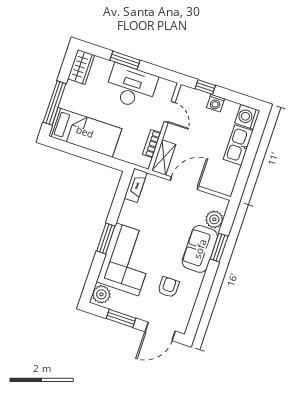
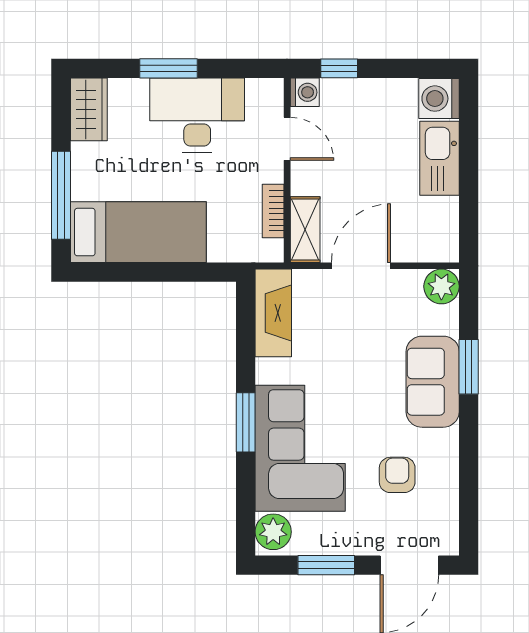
washing machine: (216, 103) -> (305, 92), moved, turned -90
fireplace: (136, 185) -> (273, 313), width x1.37, depth x1.32
plant: (214, 219) -> (441, 286), moved

